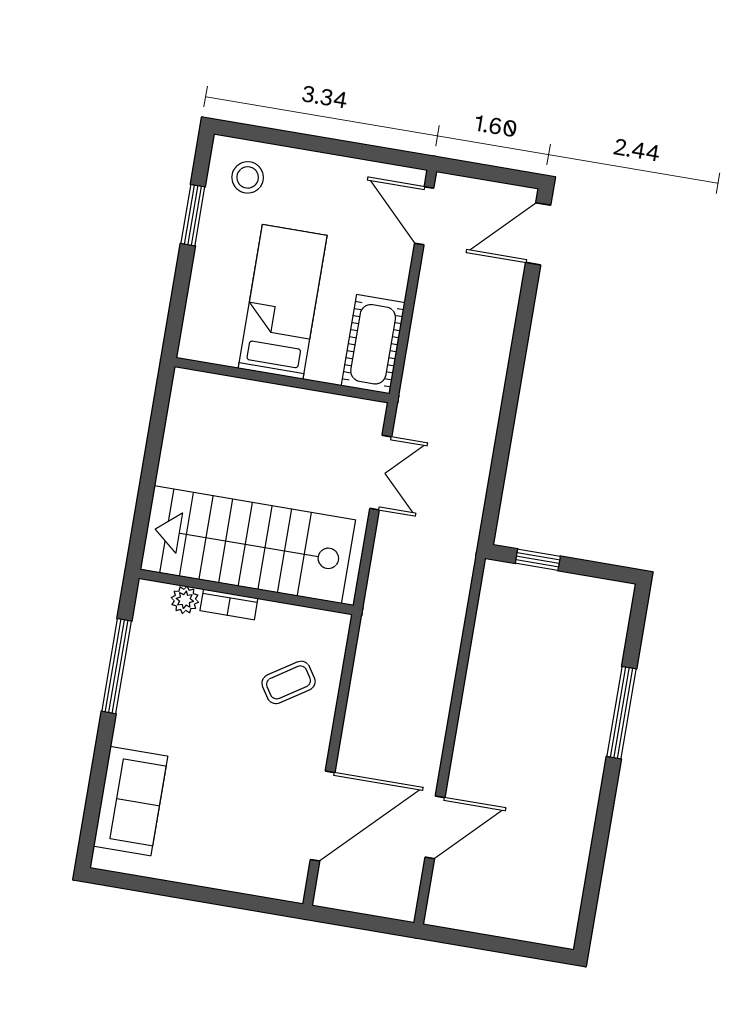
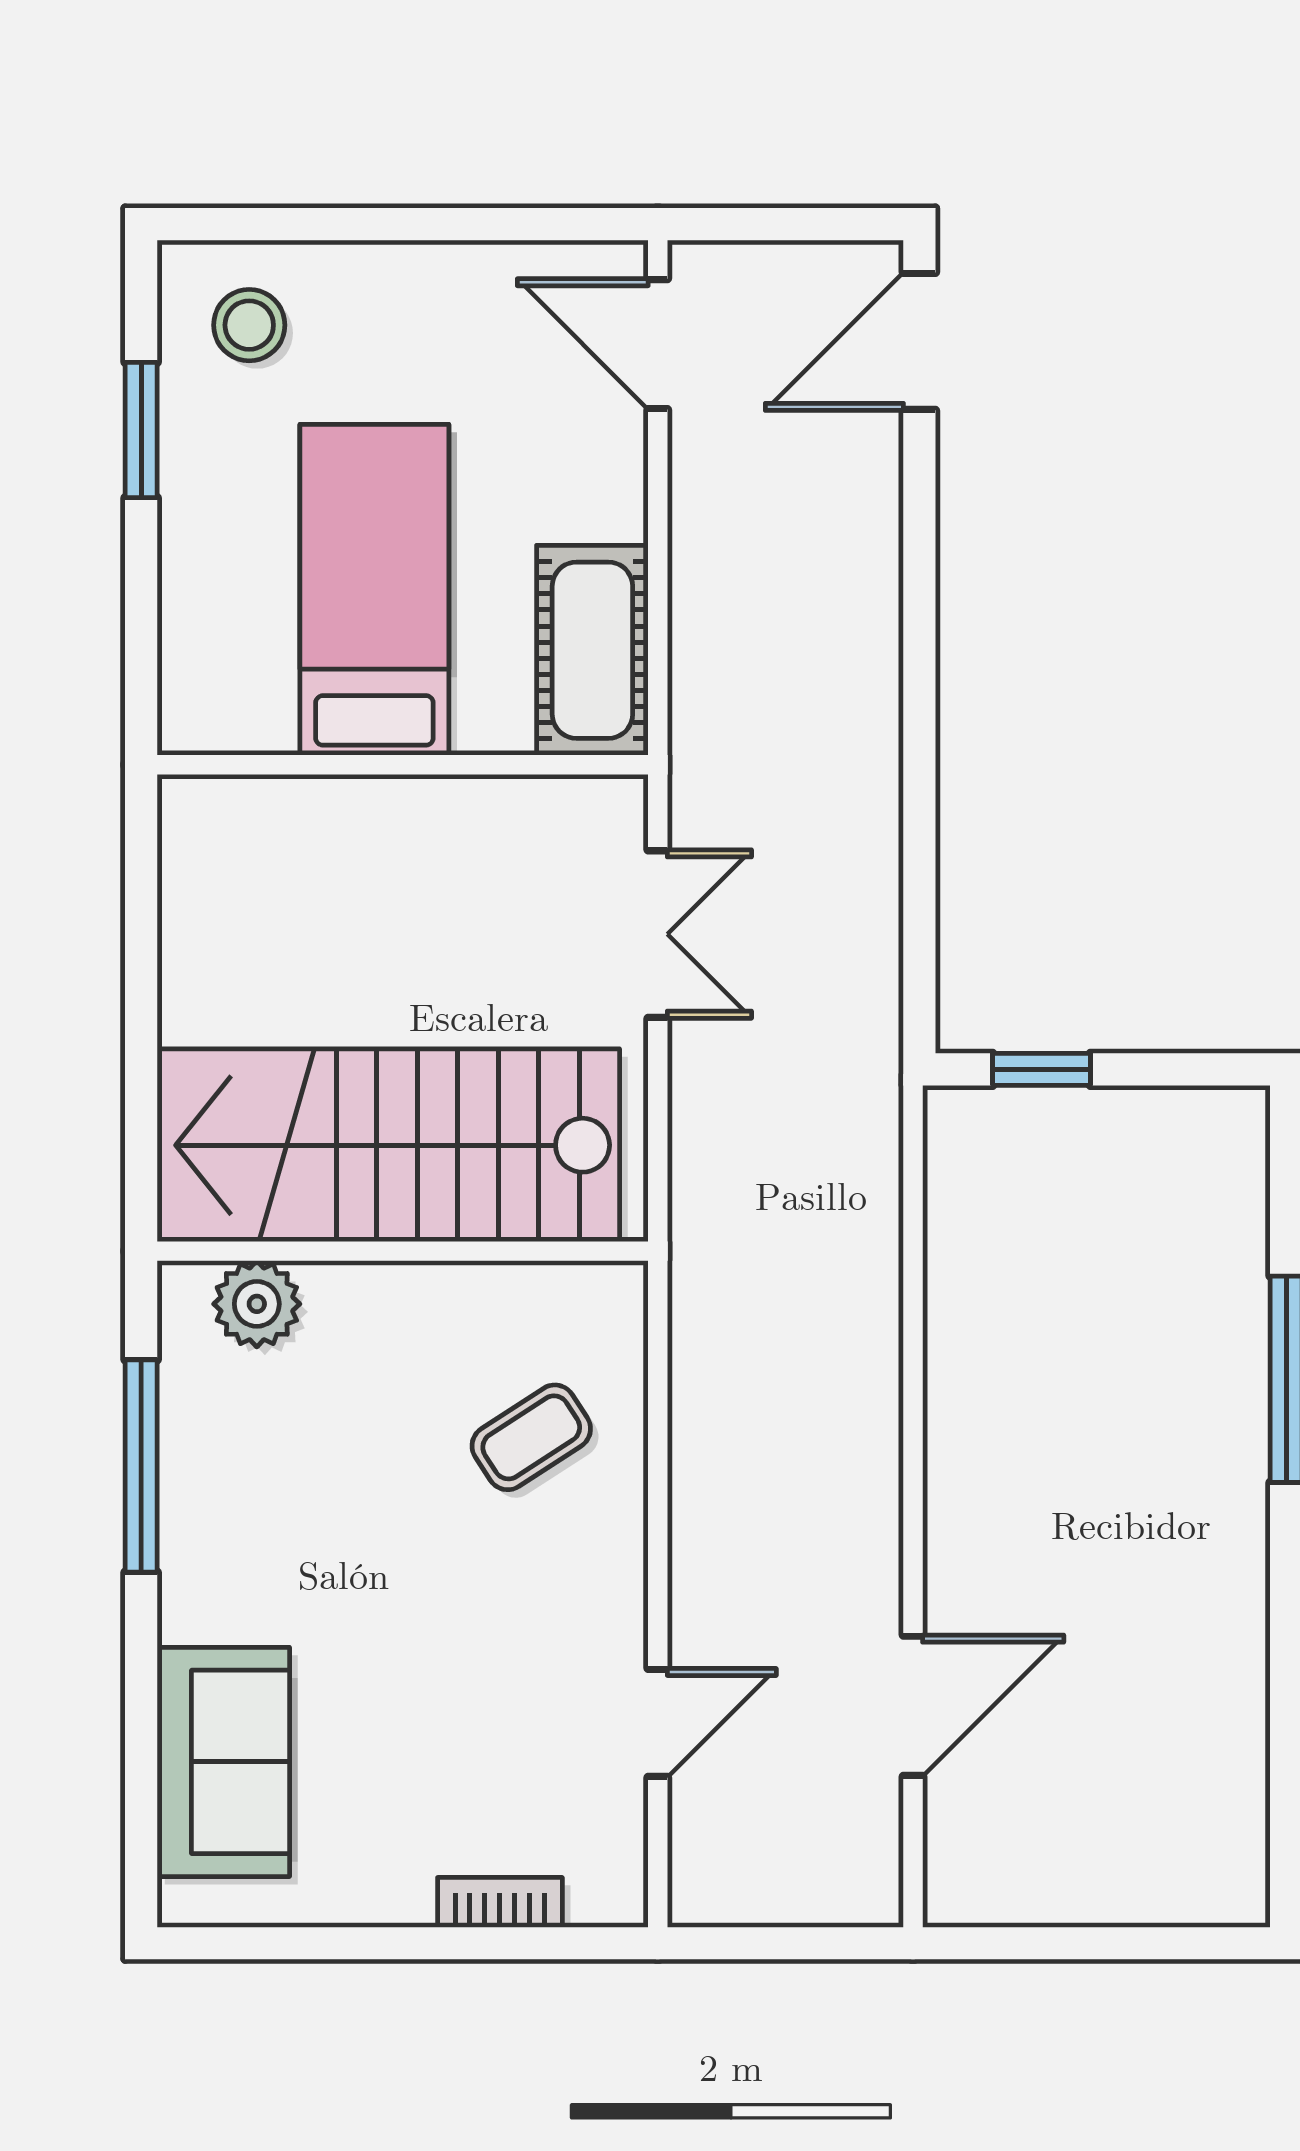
plant: (185, 600) -> (257, 1304), width x1.38, depth x1.38
bookcase: (229, 604) -> (500, 1902), moved, turned 180
door: (323, 816) -> (658, 1723), width x0.53

